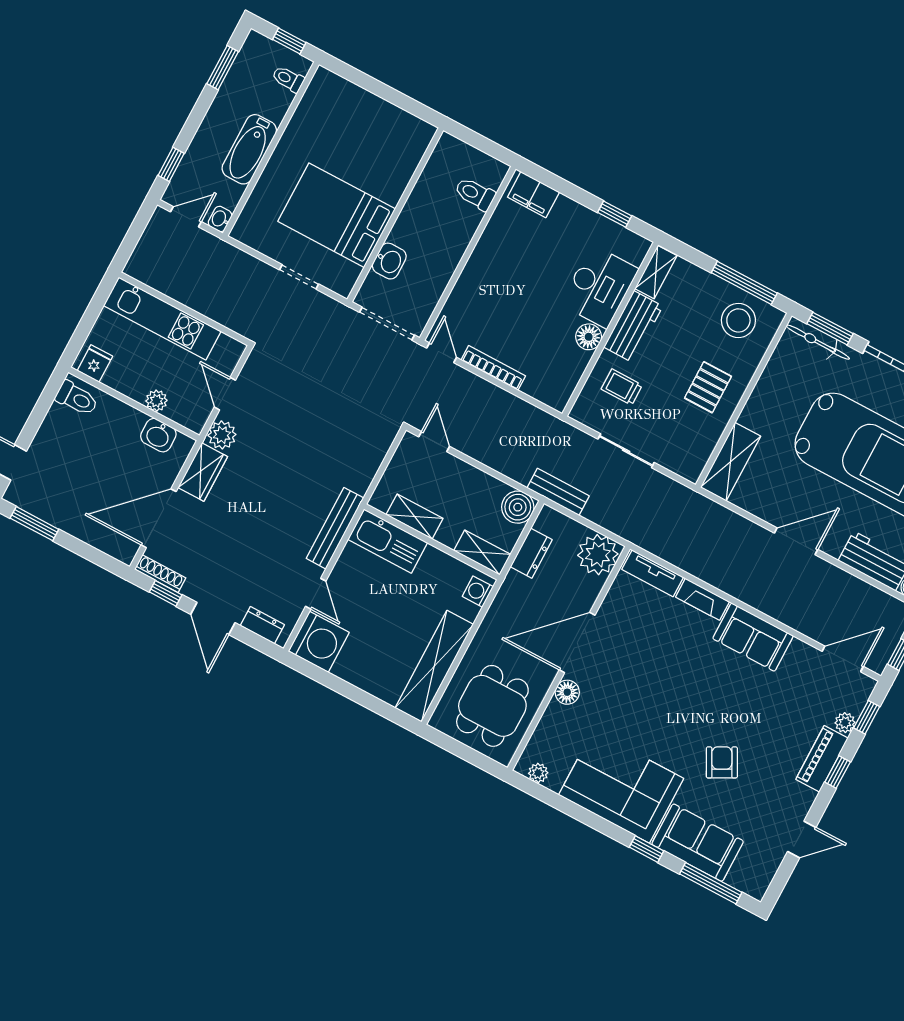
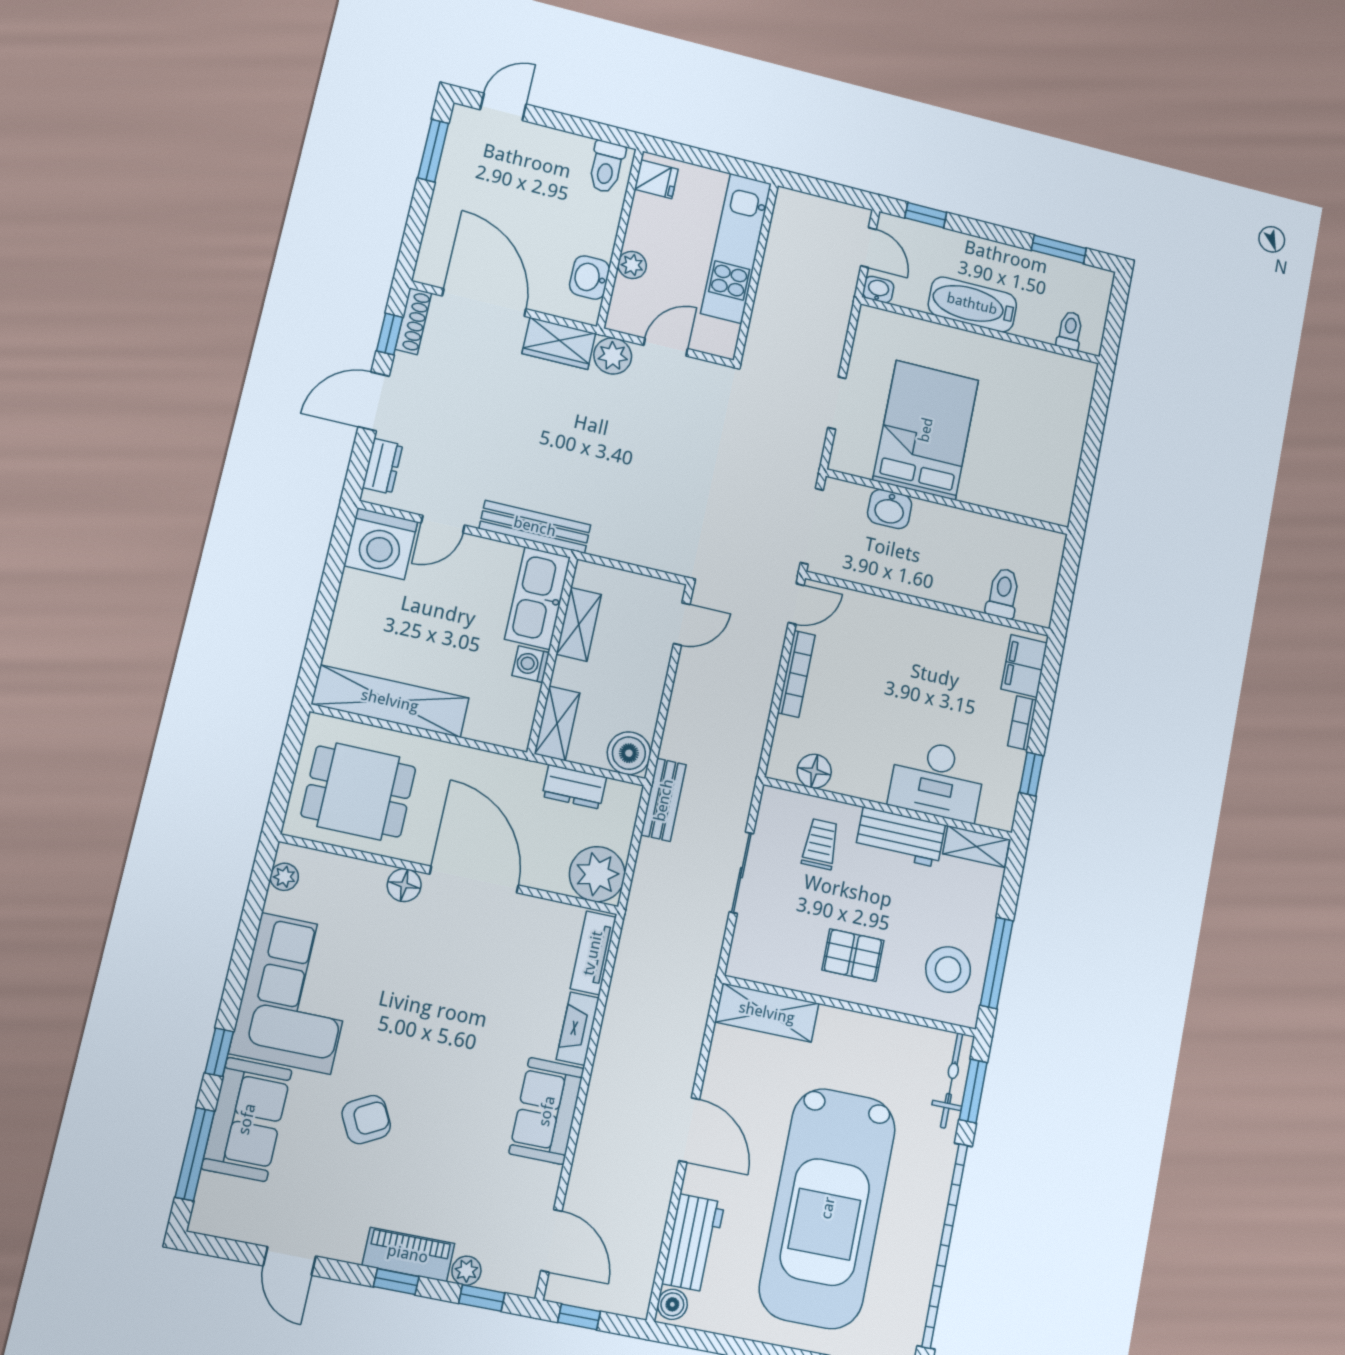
window: (289, 41) -> (1115, 321), removed
bookcase: (575, 209) -> (1022, 723), added
floor lamp: (589, 337) -> (814, 771), moved
washing machine: (478, 592) -> (531, 664), moved, turned -90

